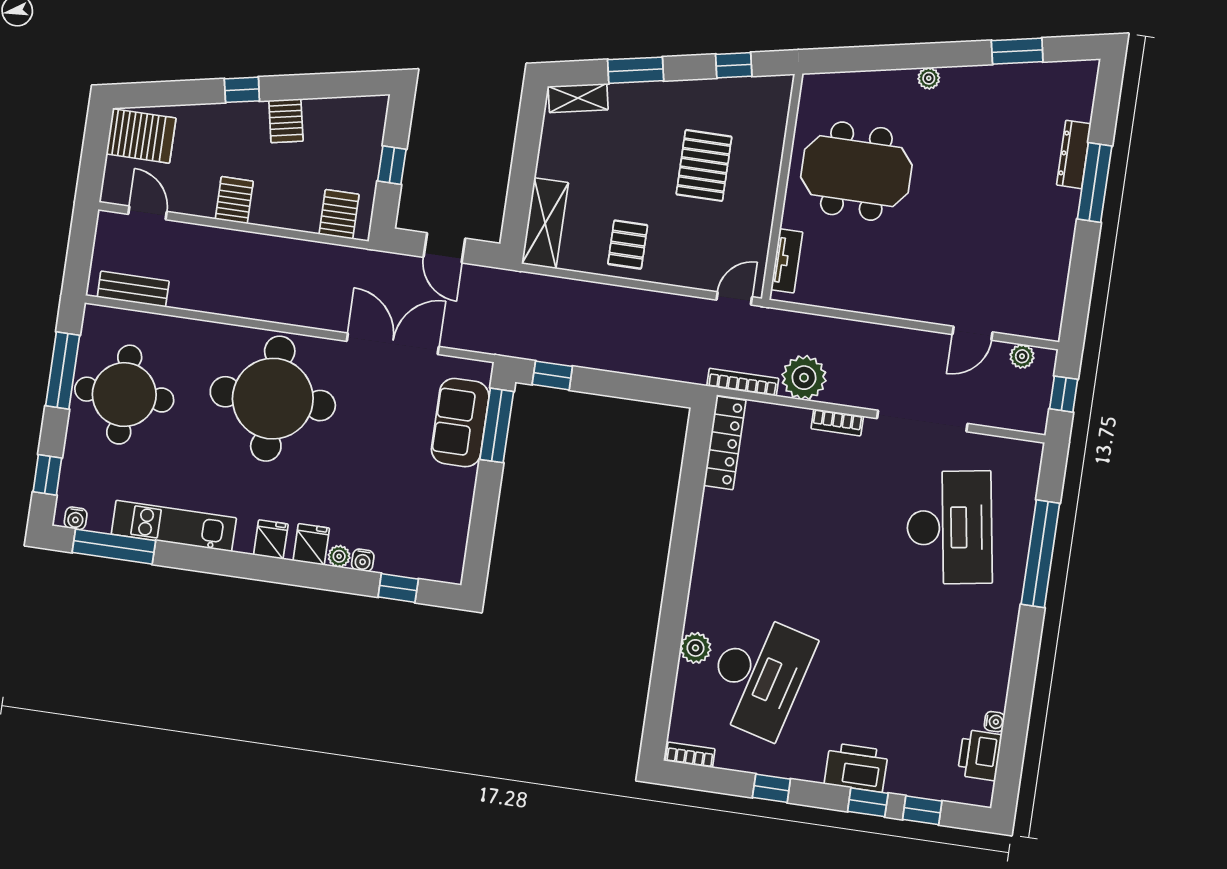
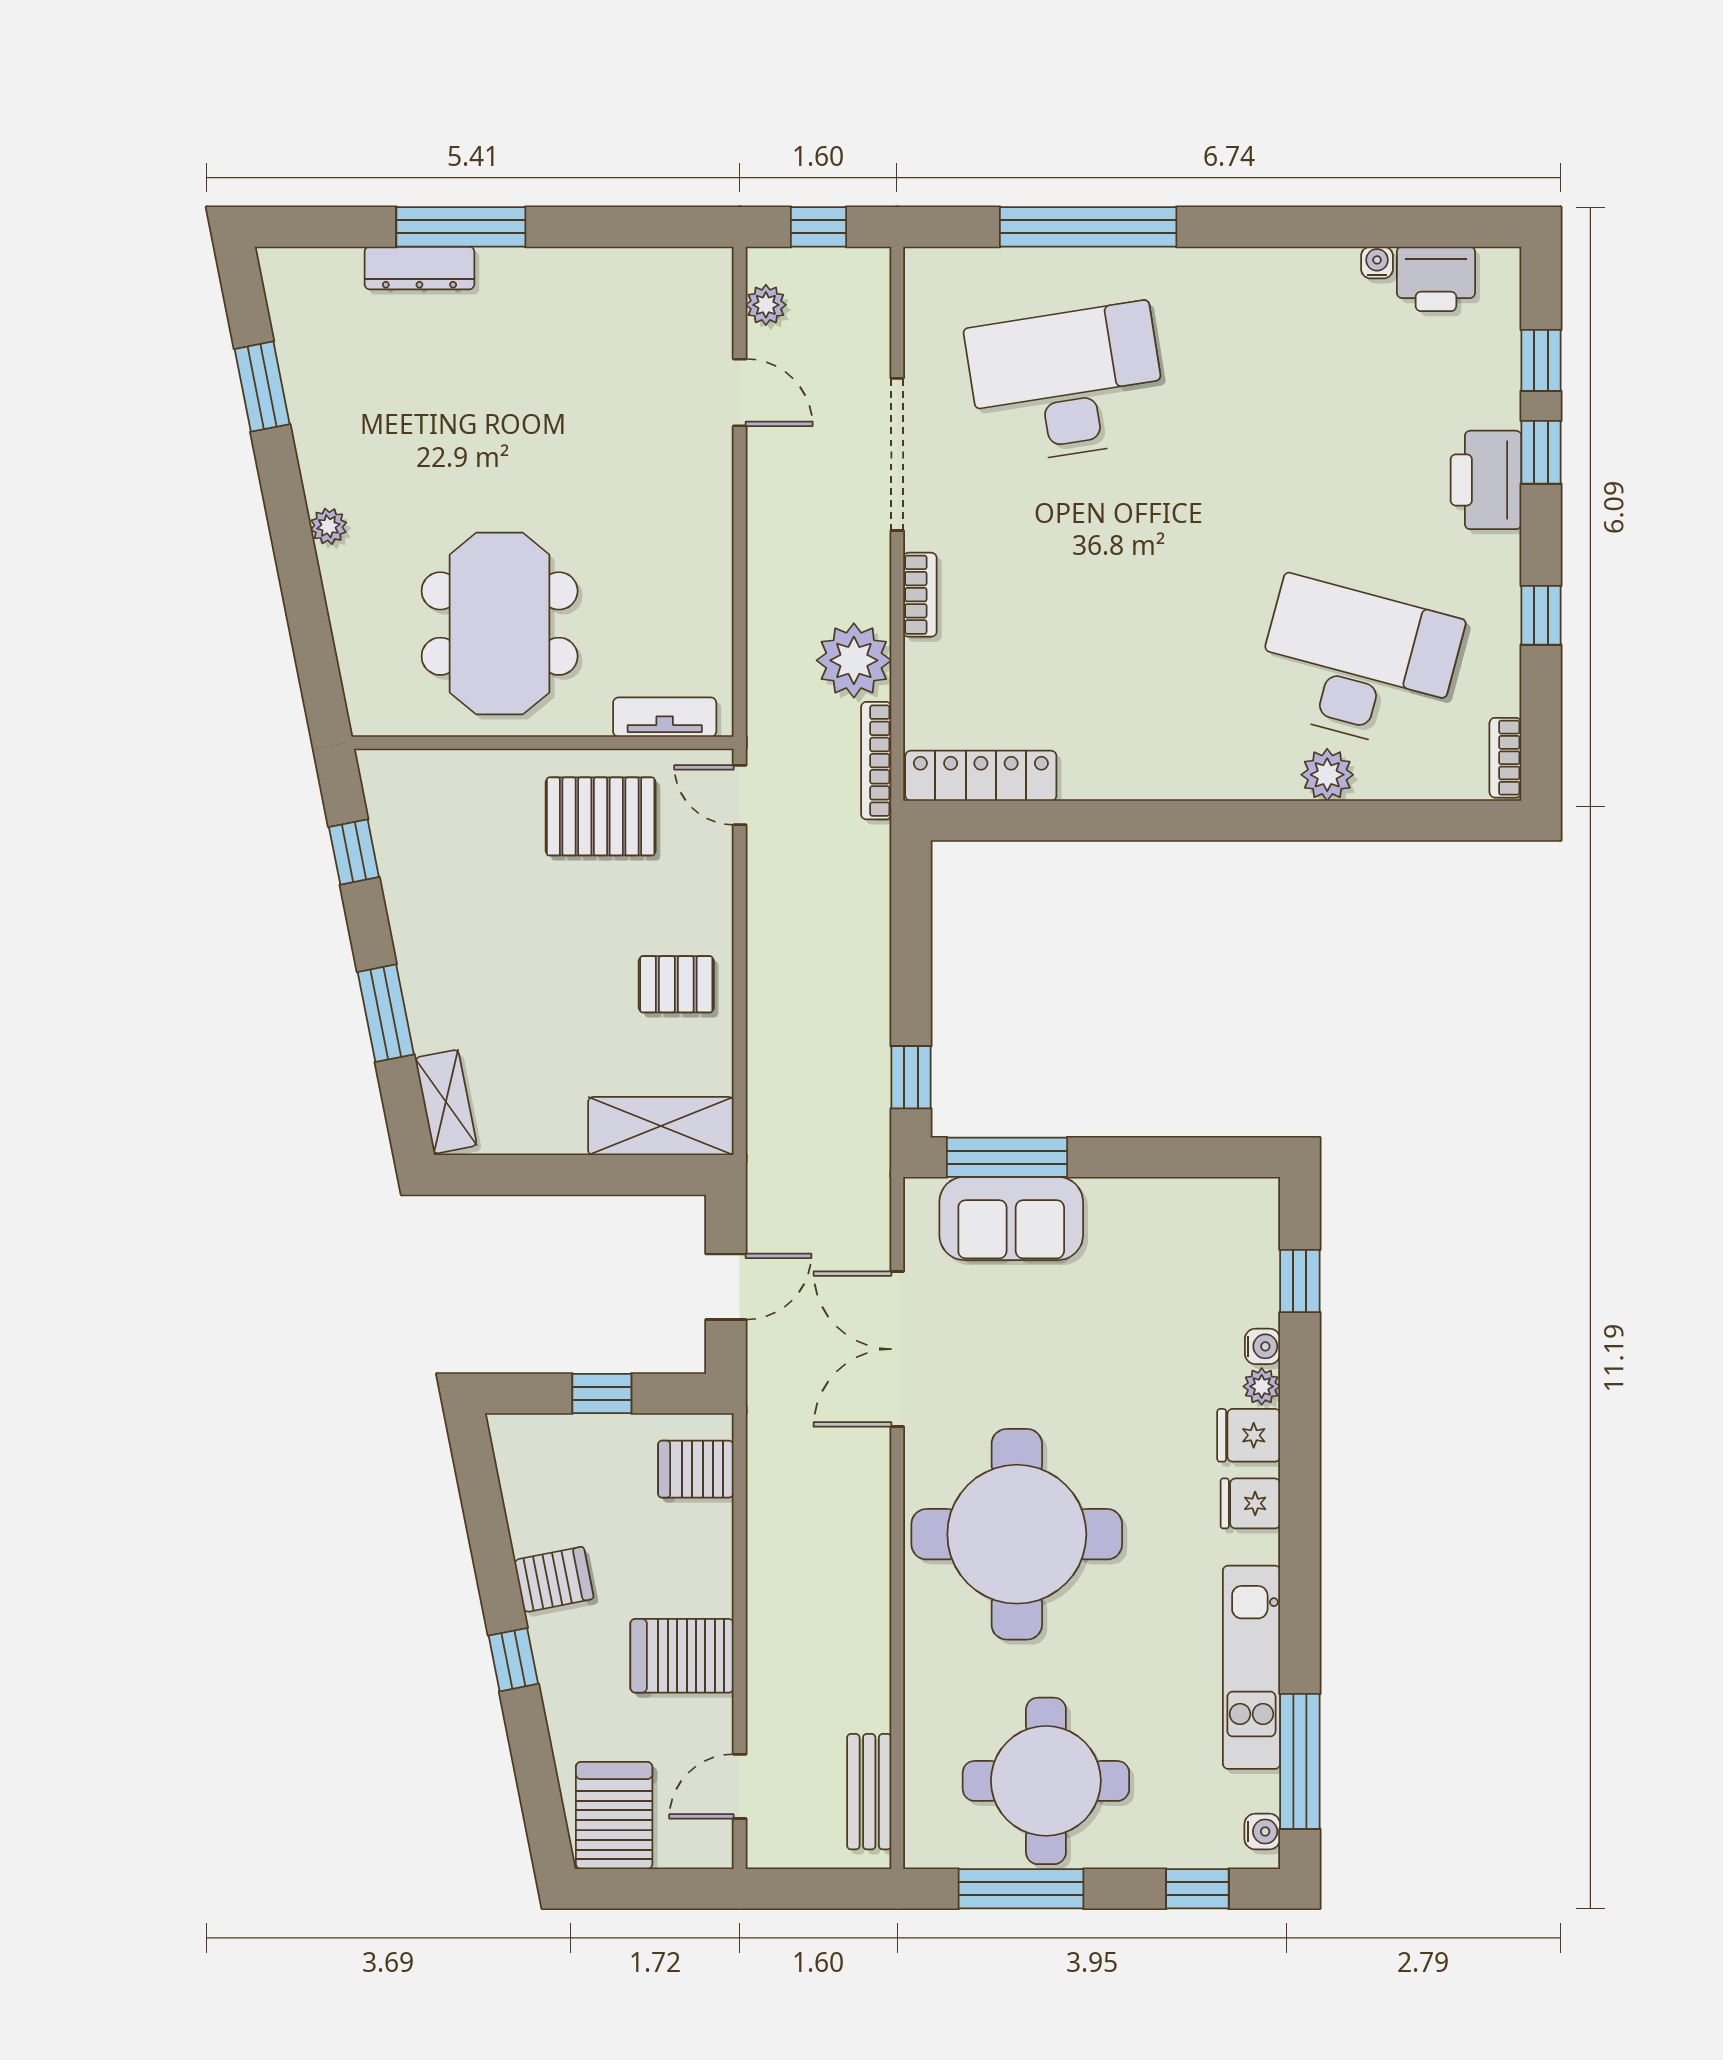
pallet: (704, 165) -> (601, 816), moved
server rack: (234, 200) -> (682, 1656), width x1.36, depth x1.44

